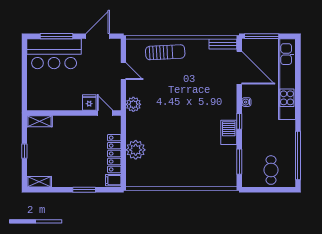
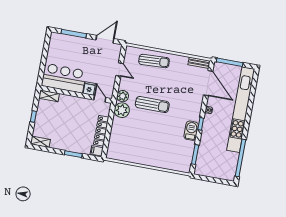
bar counter: (54, 54) -> (64, 78), moved, turned 180
kitchen unit: (287, 79) -> (241, 110), width x1.36
sun lounger: (173, 108) -> (152, 105), added
plant: (136, 150) -> (122, 110), moved
cafe table: (271, 170) -> (218, 165), removed

